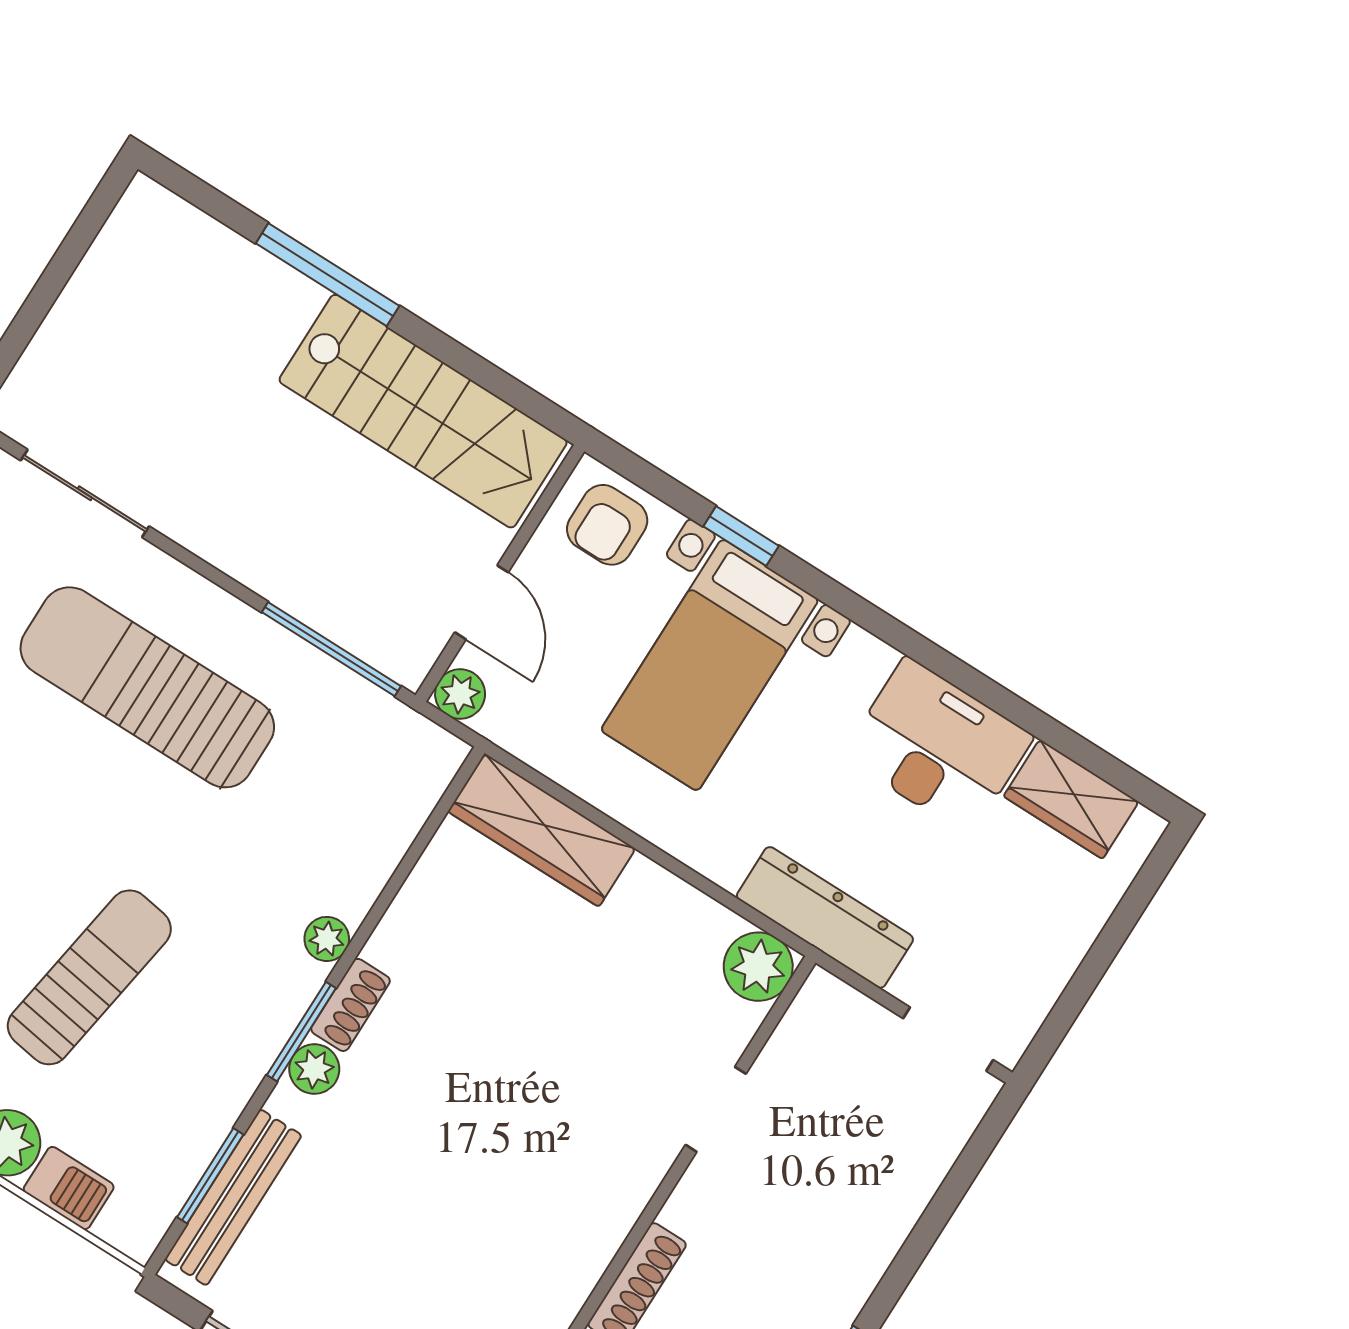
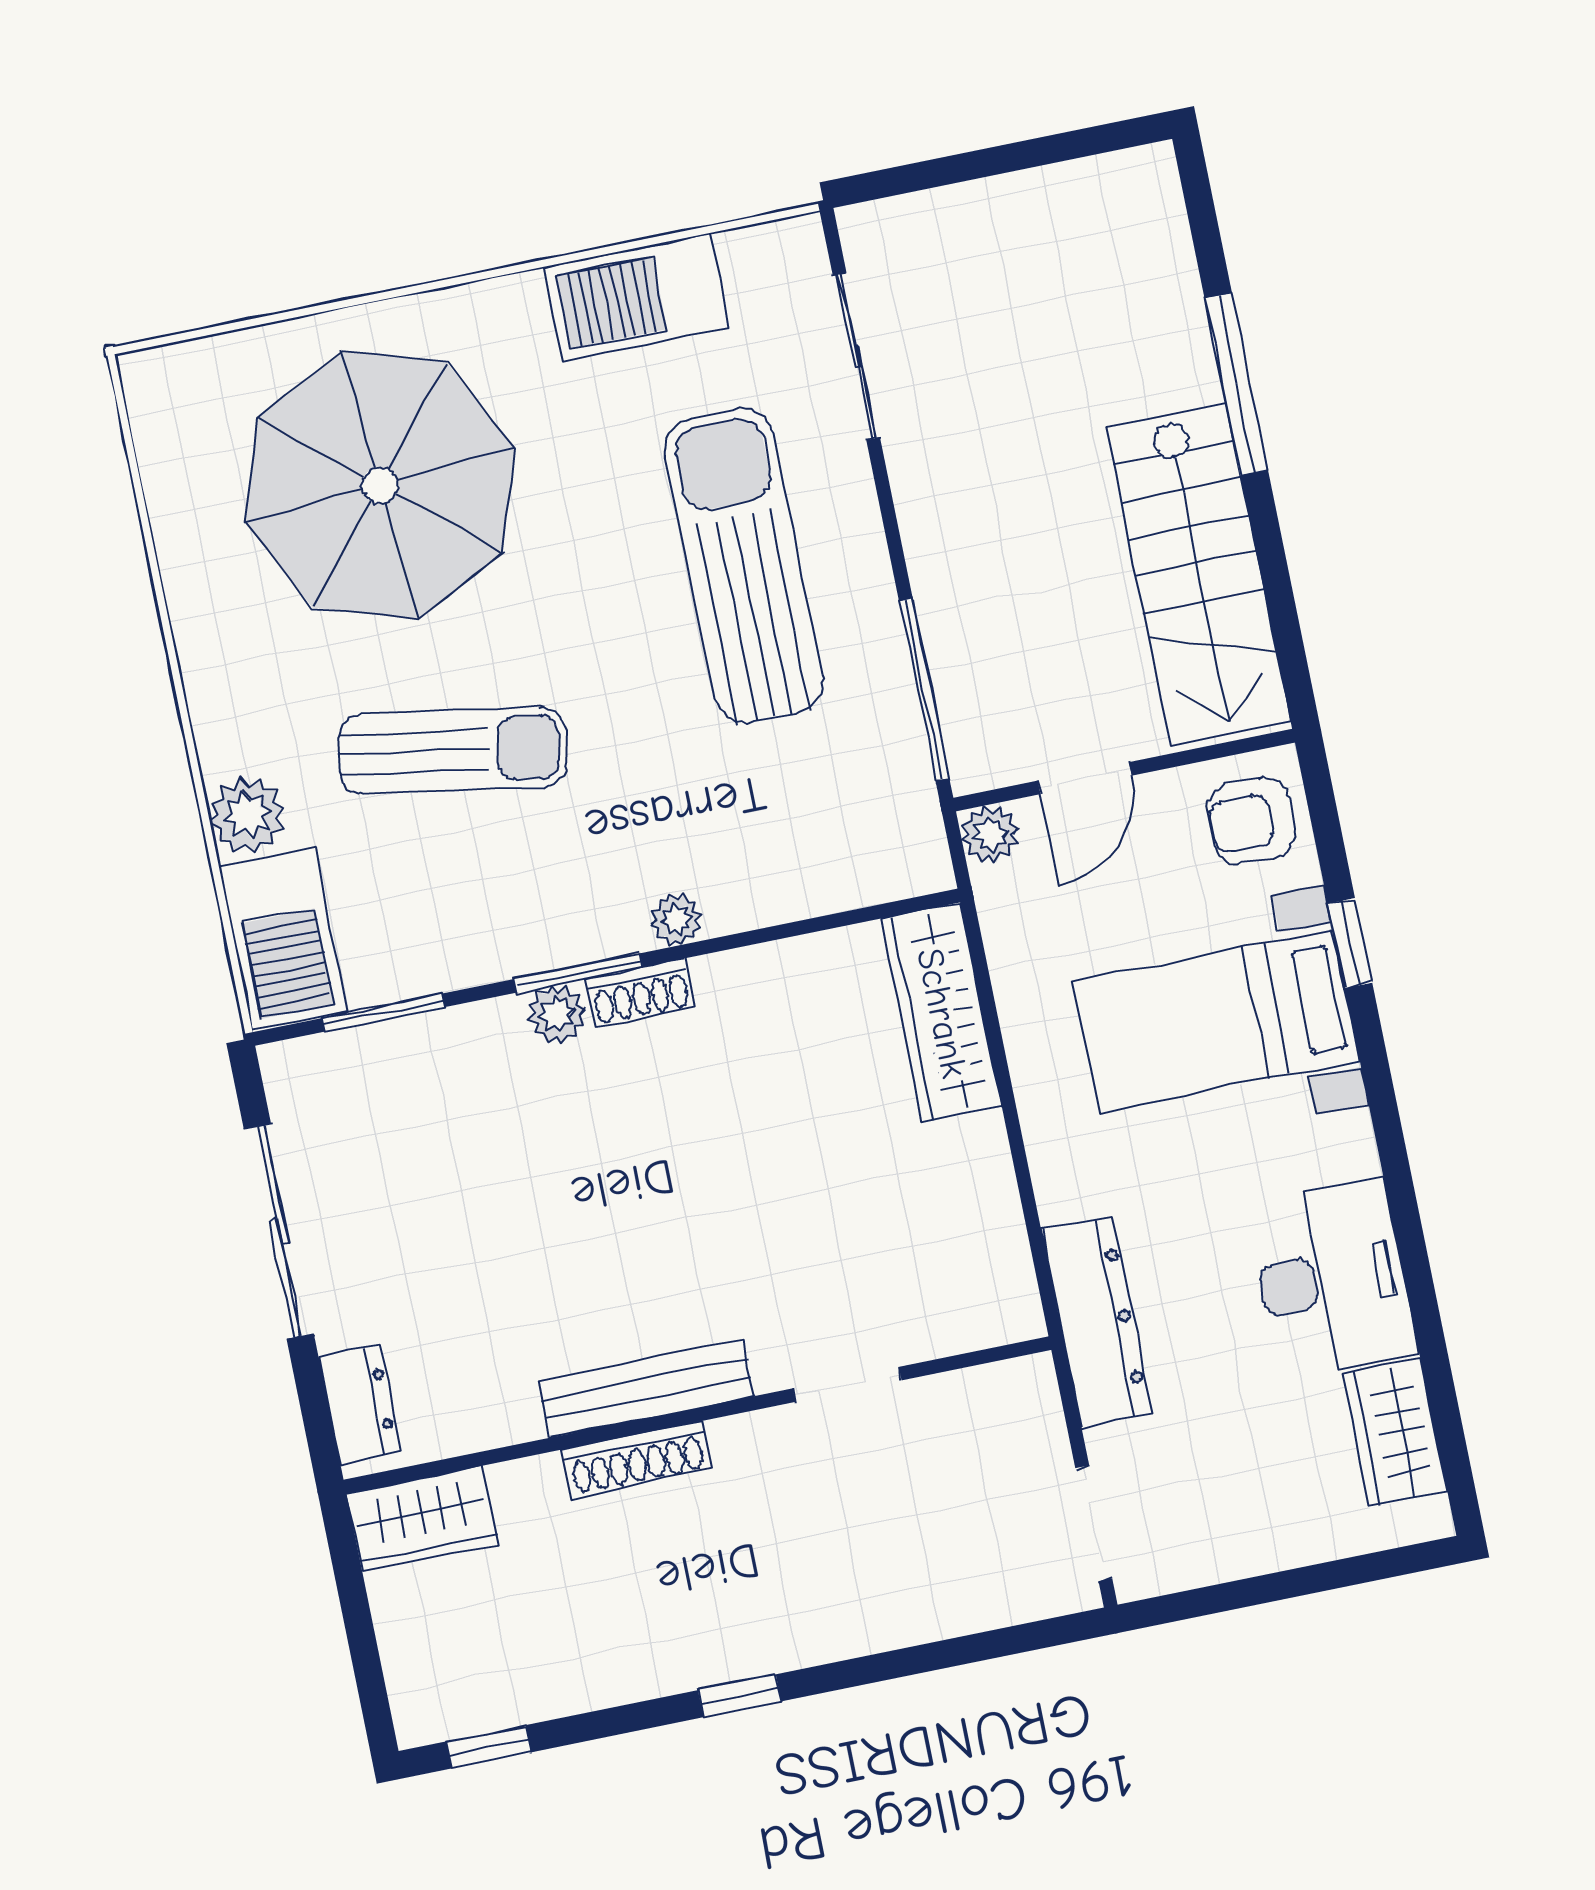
plant: (758, 967) -> (1001, 1305), removed
barbecue: (69, 1188) -> (283, 939), width x1.88, depth x1.53
bench: (233, 1197) -> (646, 1388), moved

